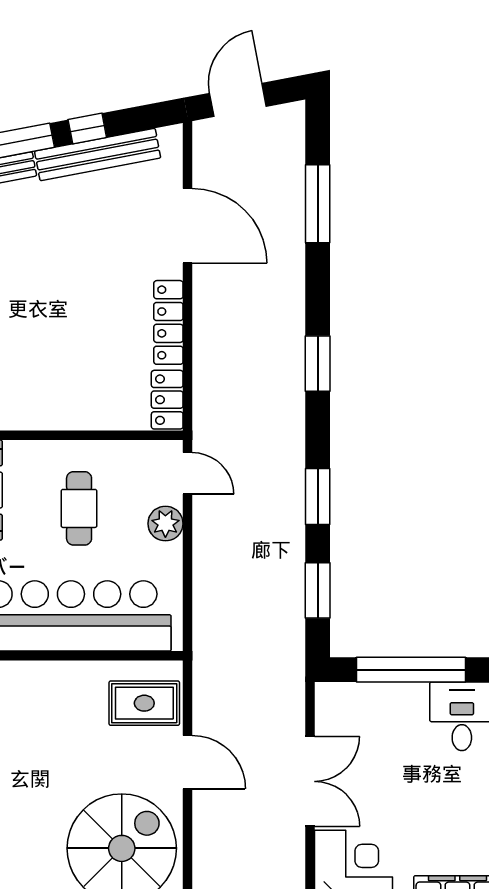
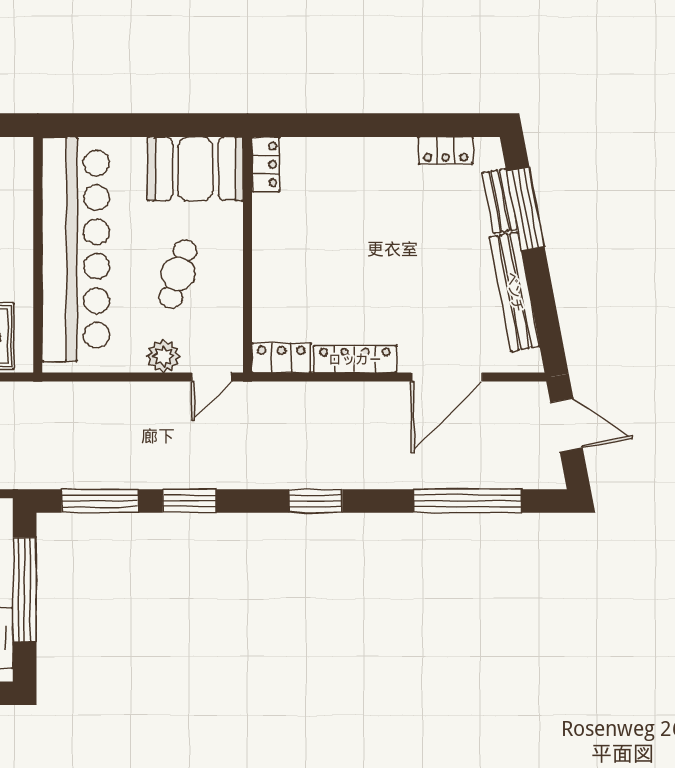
window: (87, 128) -> (539, 282), removed
window: (318, 204) -> (468, 501), width x1.46
cafe table: (79, 508) -> (178, 274), turned -73
window: (318, 590) -> (100, 501), width x1.44

